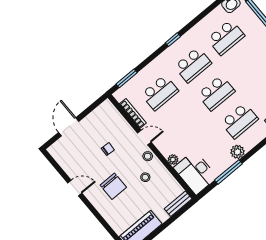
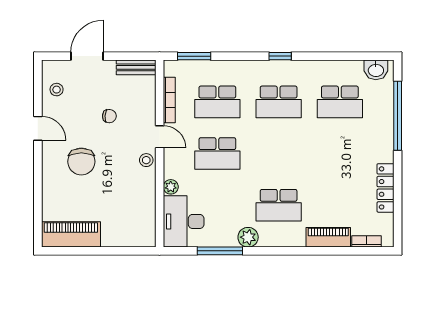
school desk: (216, 93) -> (217, 154), moved
stool: (145, 177) -> (57, 90), moved
bench: (178, 204) -> (136, 67), moved

